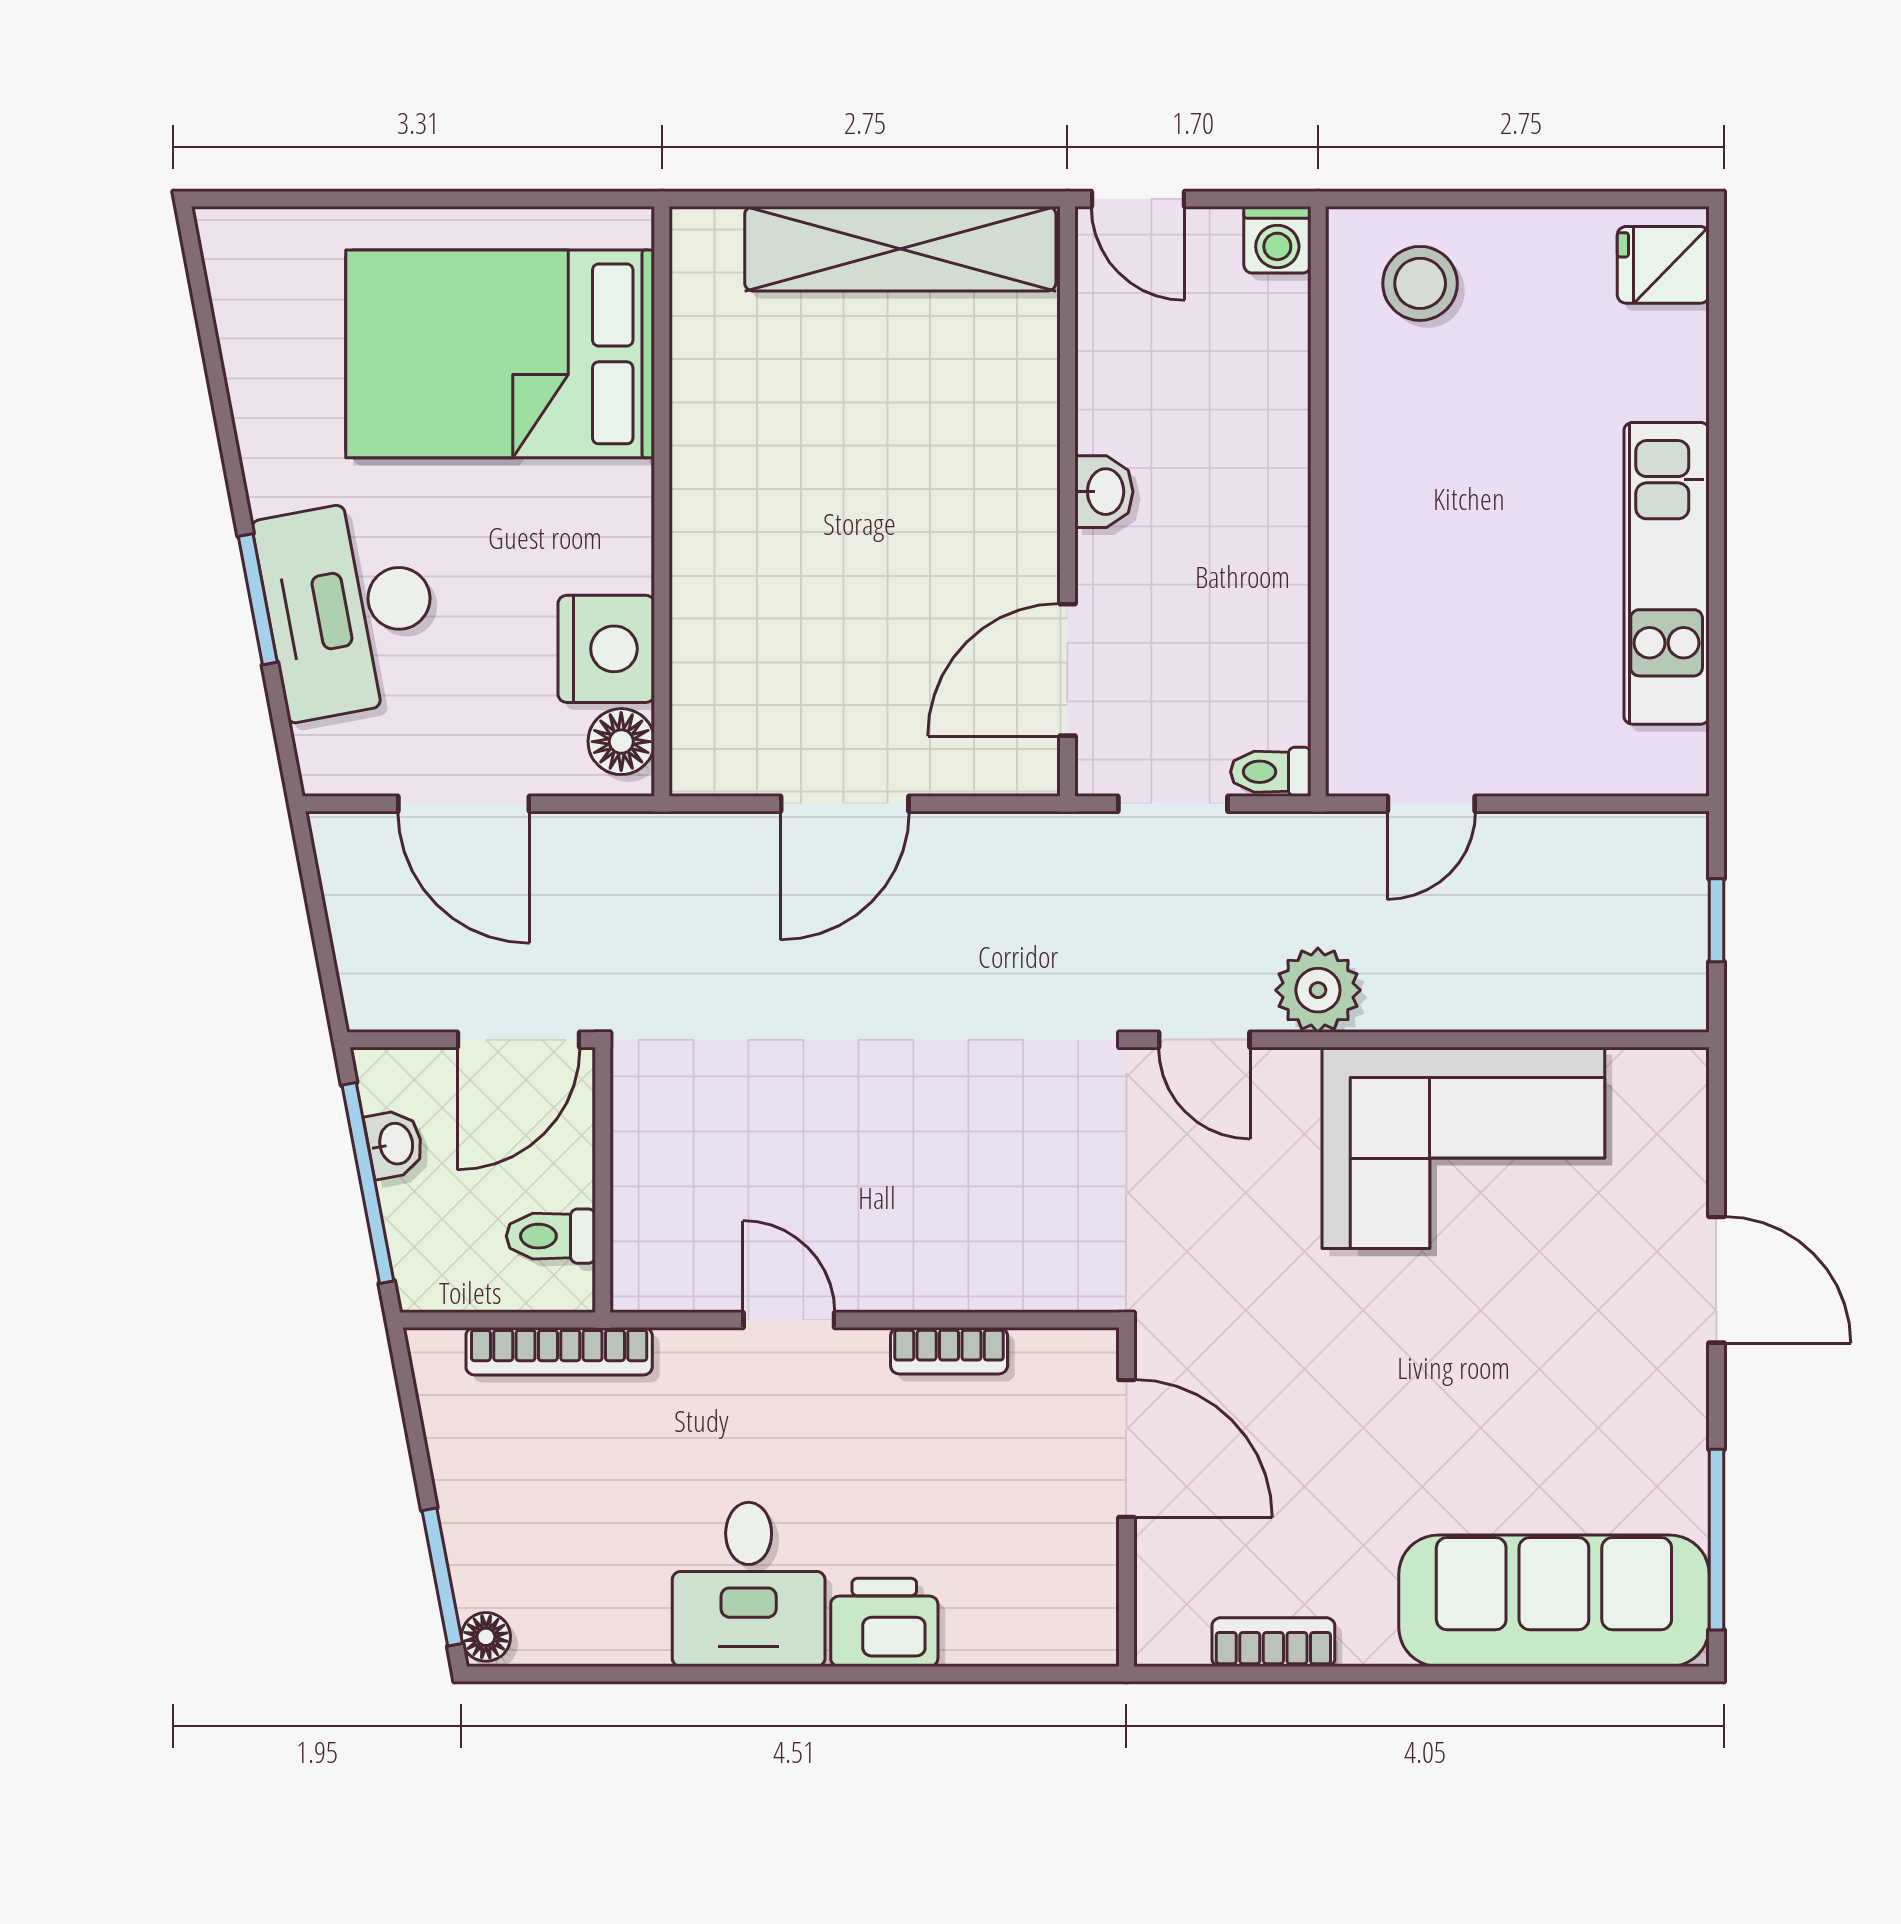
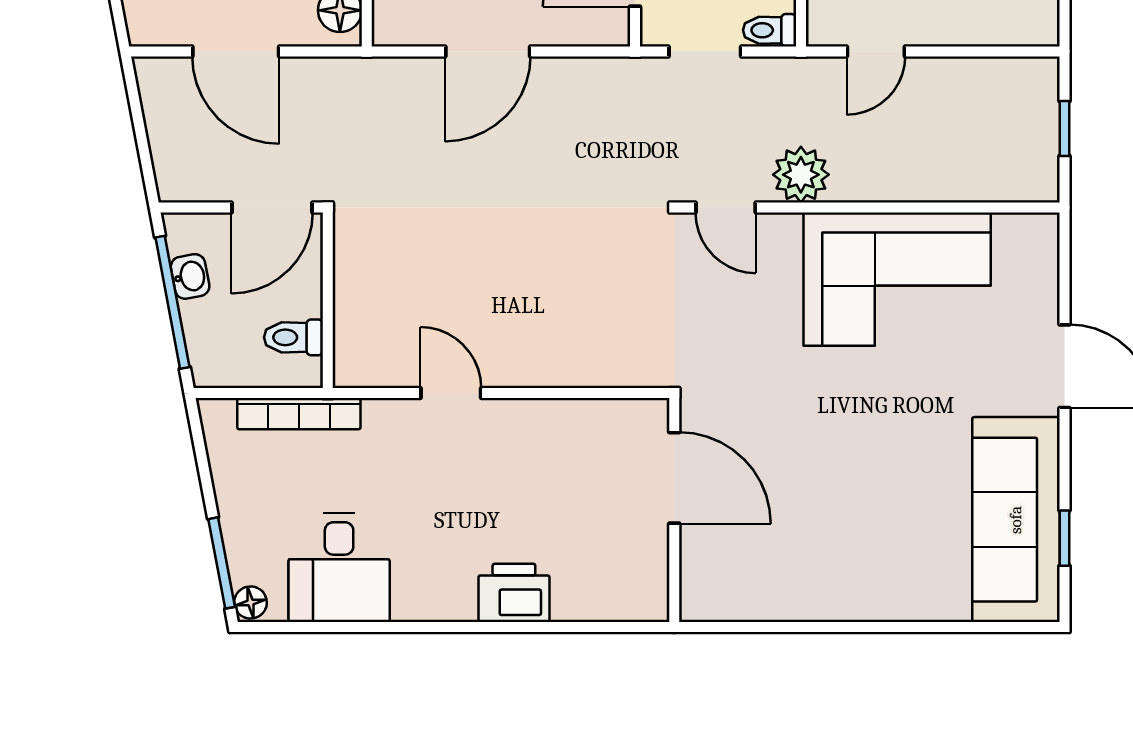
bookcase: (949, 1351) -> (557, 413), removed
window: (1716, 1540) -> (1064, 538), width x0.46
desk: (749, 1584) -> (339, 568), moved
sofa: (1554, 1601) -> (1016, 520), moved, turned -90
bookcase: (1273, 1642) -> (771, 606), removed

